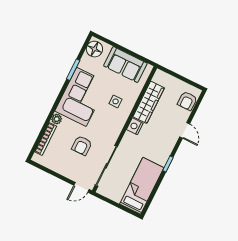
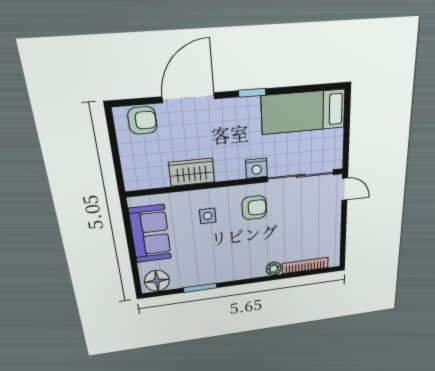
corner sofa: (81, 97) -> (228, 259), removed
wardrobe: (149, 102) -> (192, 172), width x0.67
nightstand: (135, 126) -> (257, 168), moved
door: (185, 130) -> (189, 98), width x1.88
armchair: (82, 146) -> (254, 208), moved

